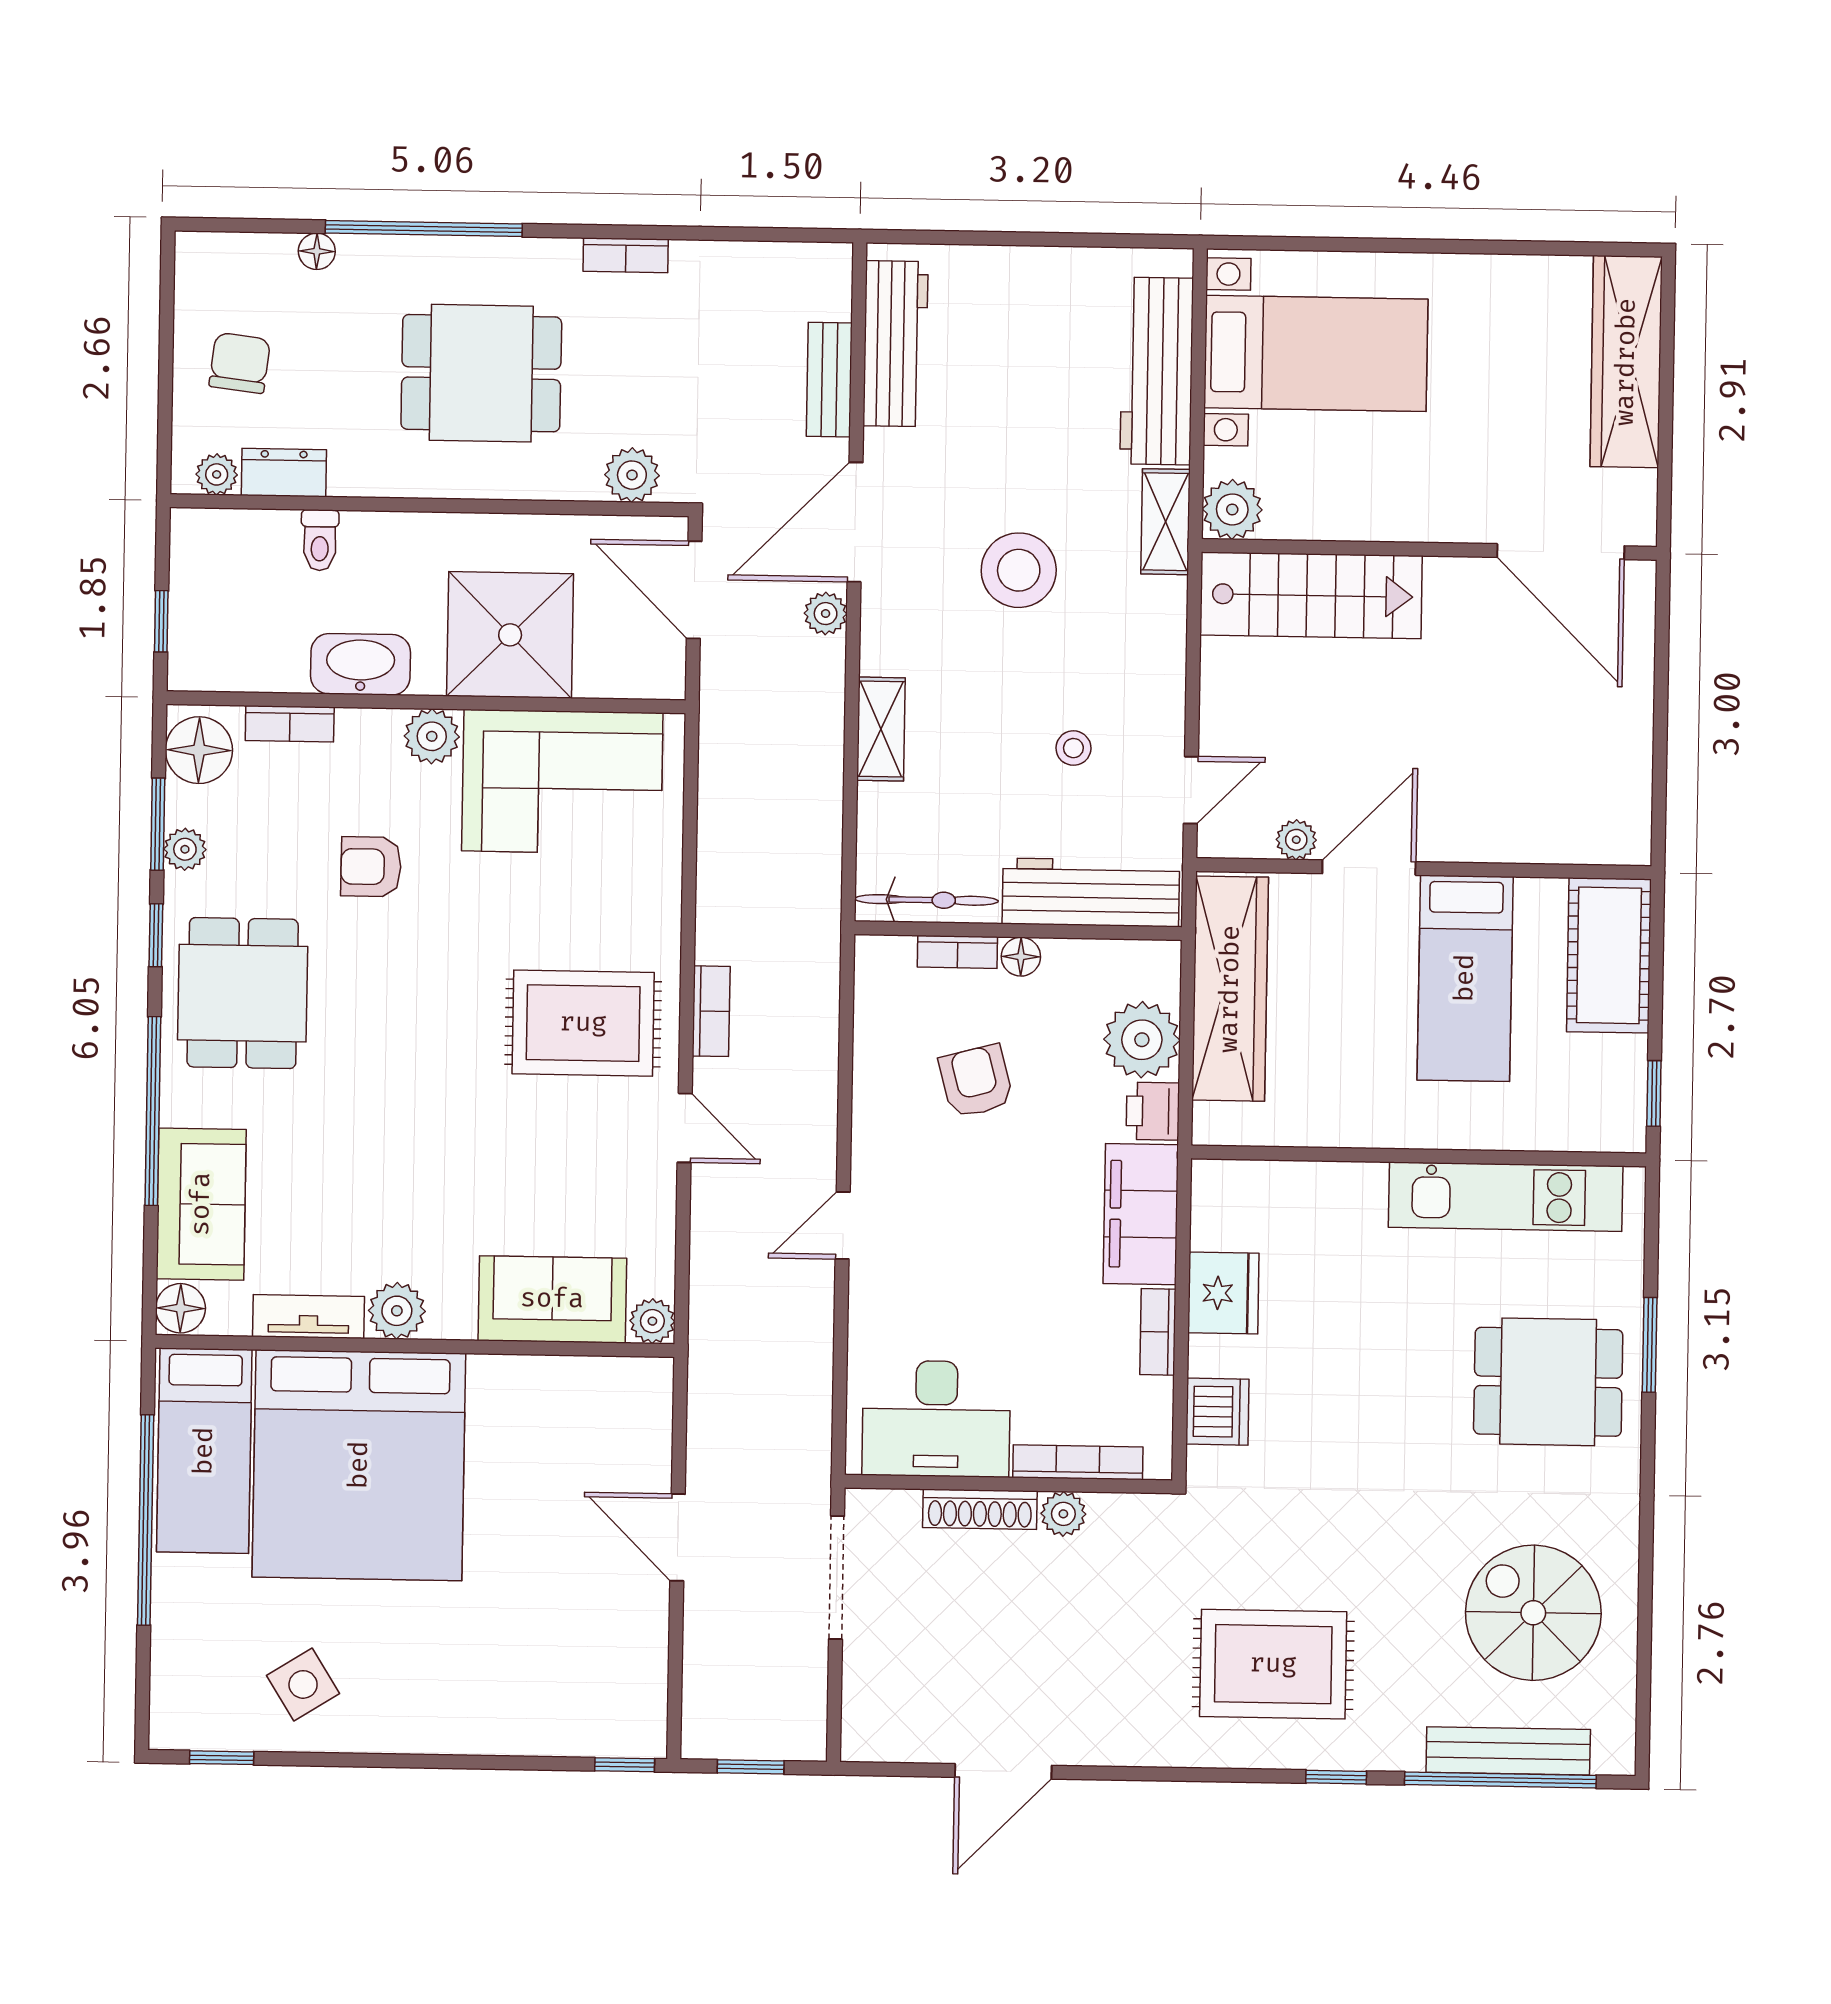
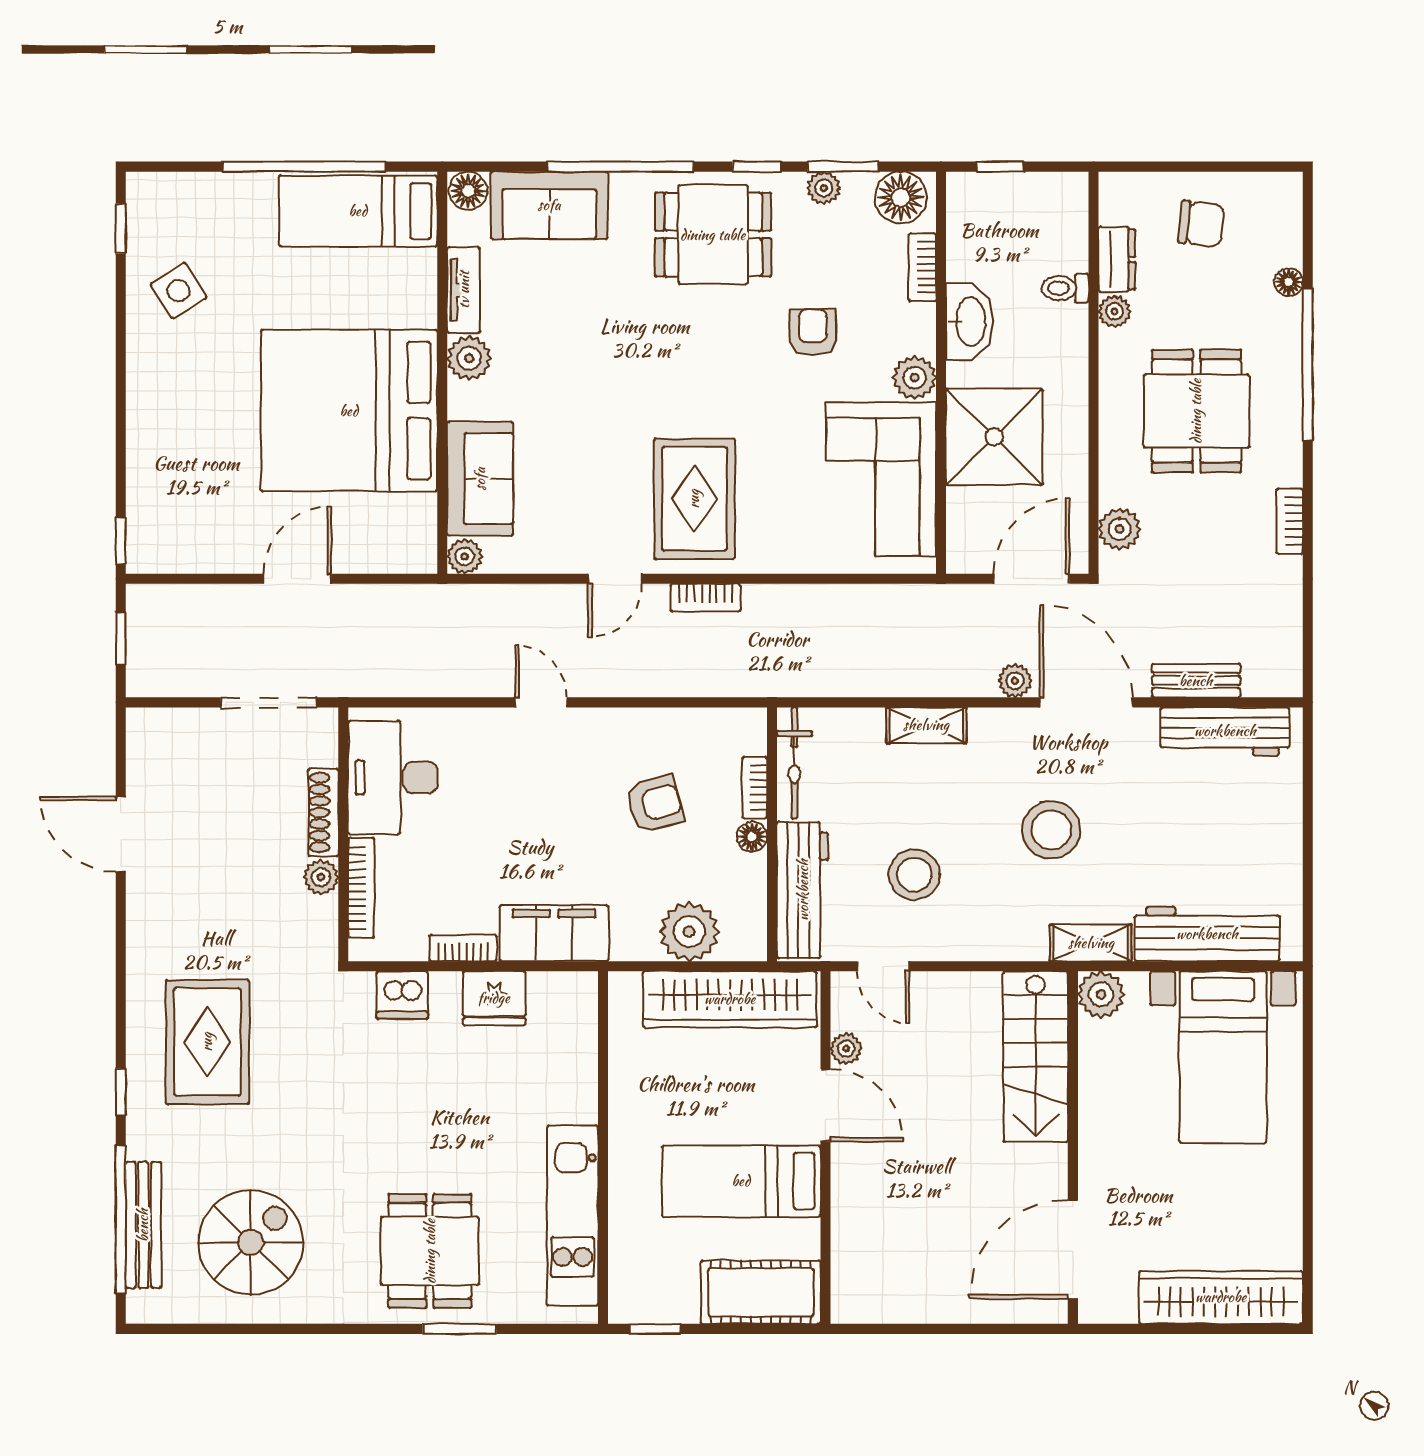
plant: (217, 474) -> (1114, 311), moved
stool: (1073, 748) -> (914, 875), width x1.89, depth x1.89
printer: (1153, 1111) -> (634, 941), removed
bed: (359, 1465) -> (349, 411), moved

